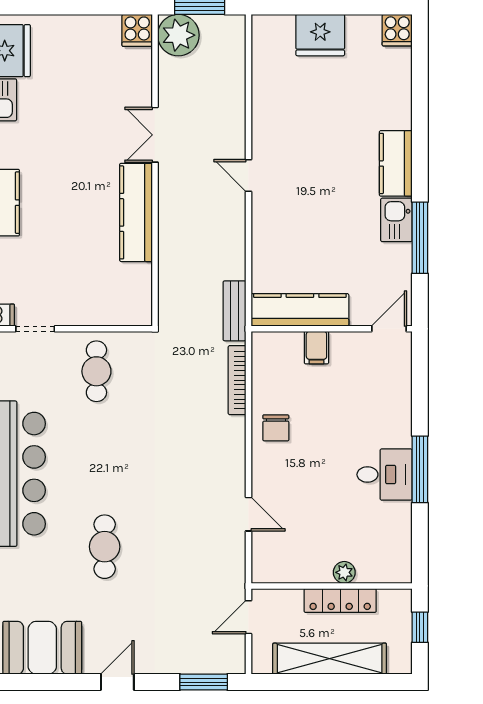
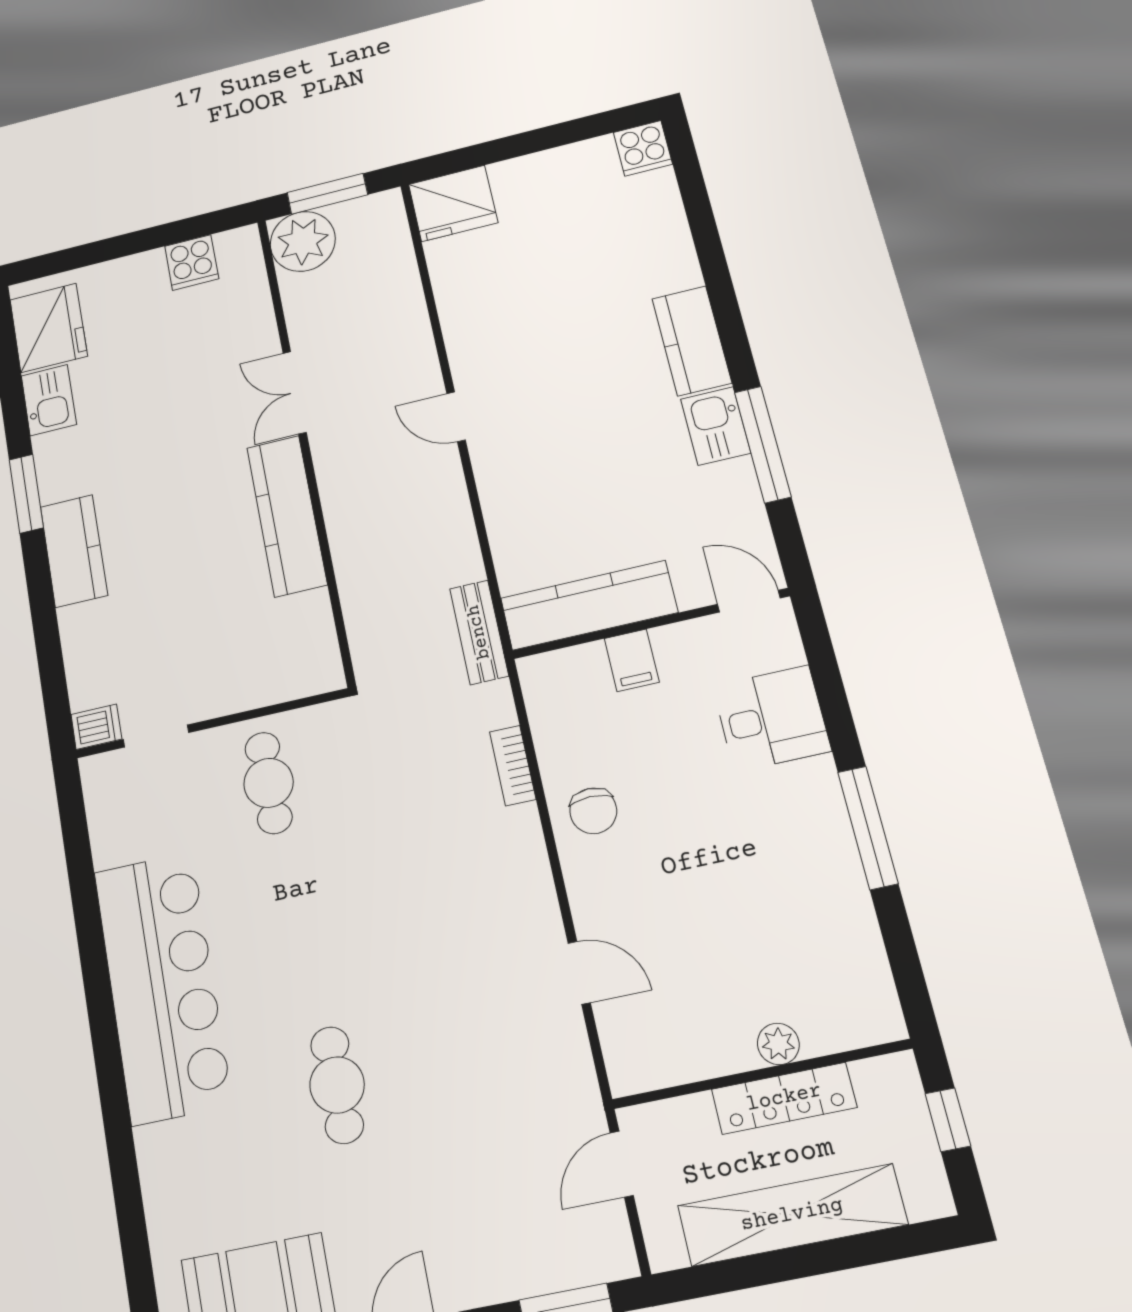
cooker: (137, 30) -> (192, 262), moved
fridge: (320, 35) -> (453, 203), moved
door: (389, 329) -> (749, 601), hinge flipped
bookcase: (237, 380) -> (513, 766), width x0.64
desk: (385, 475) -> (772, 719), moved

